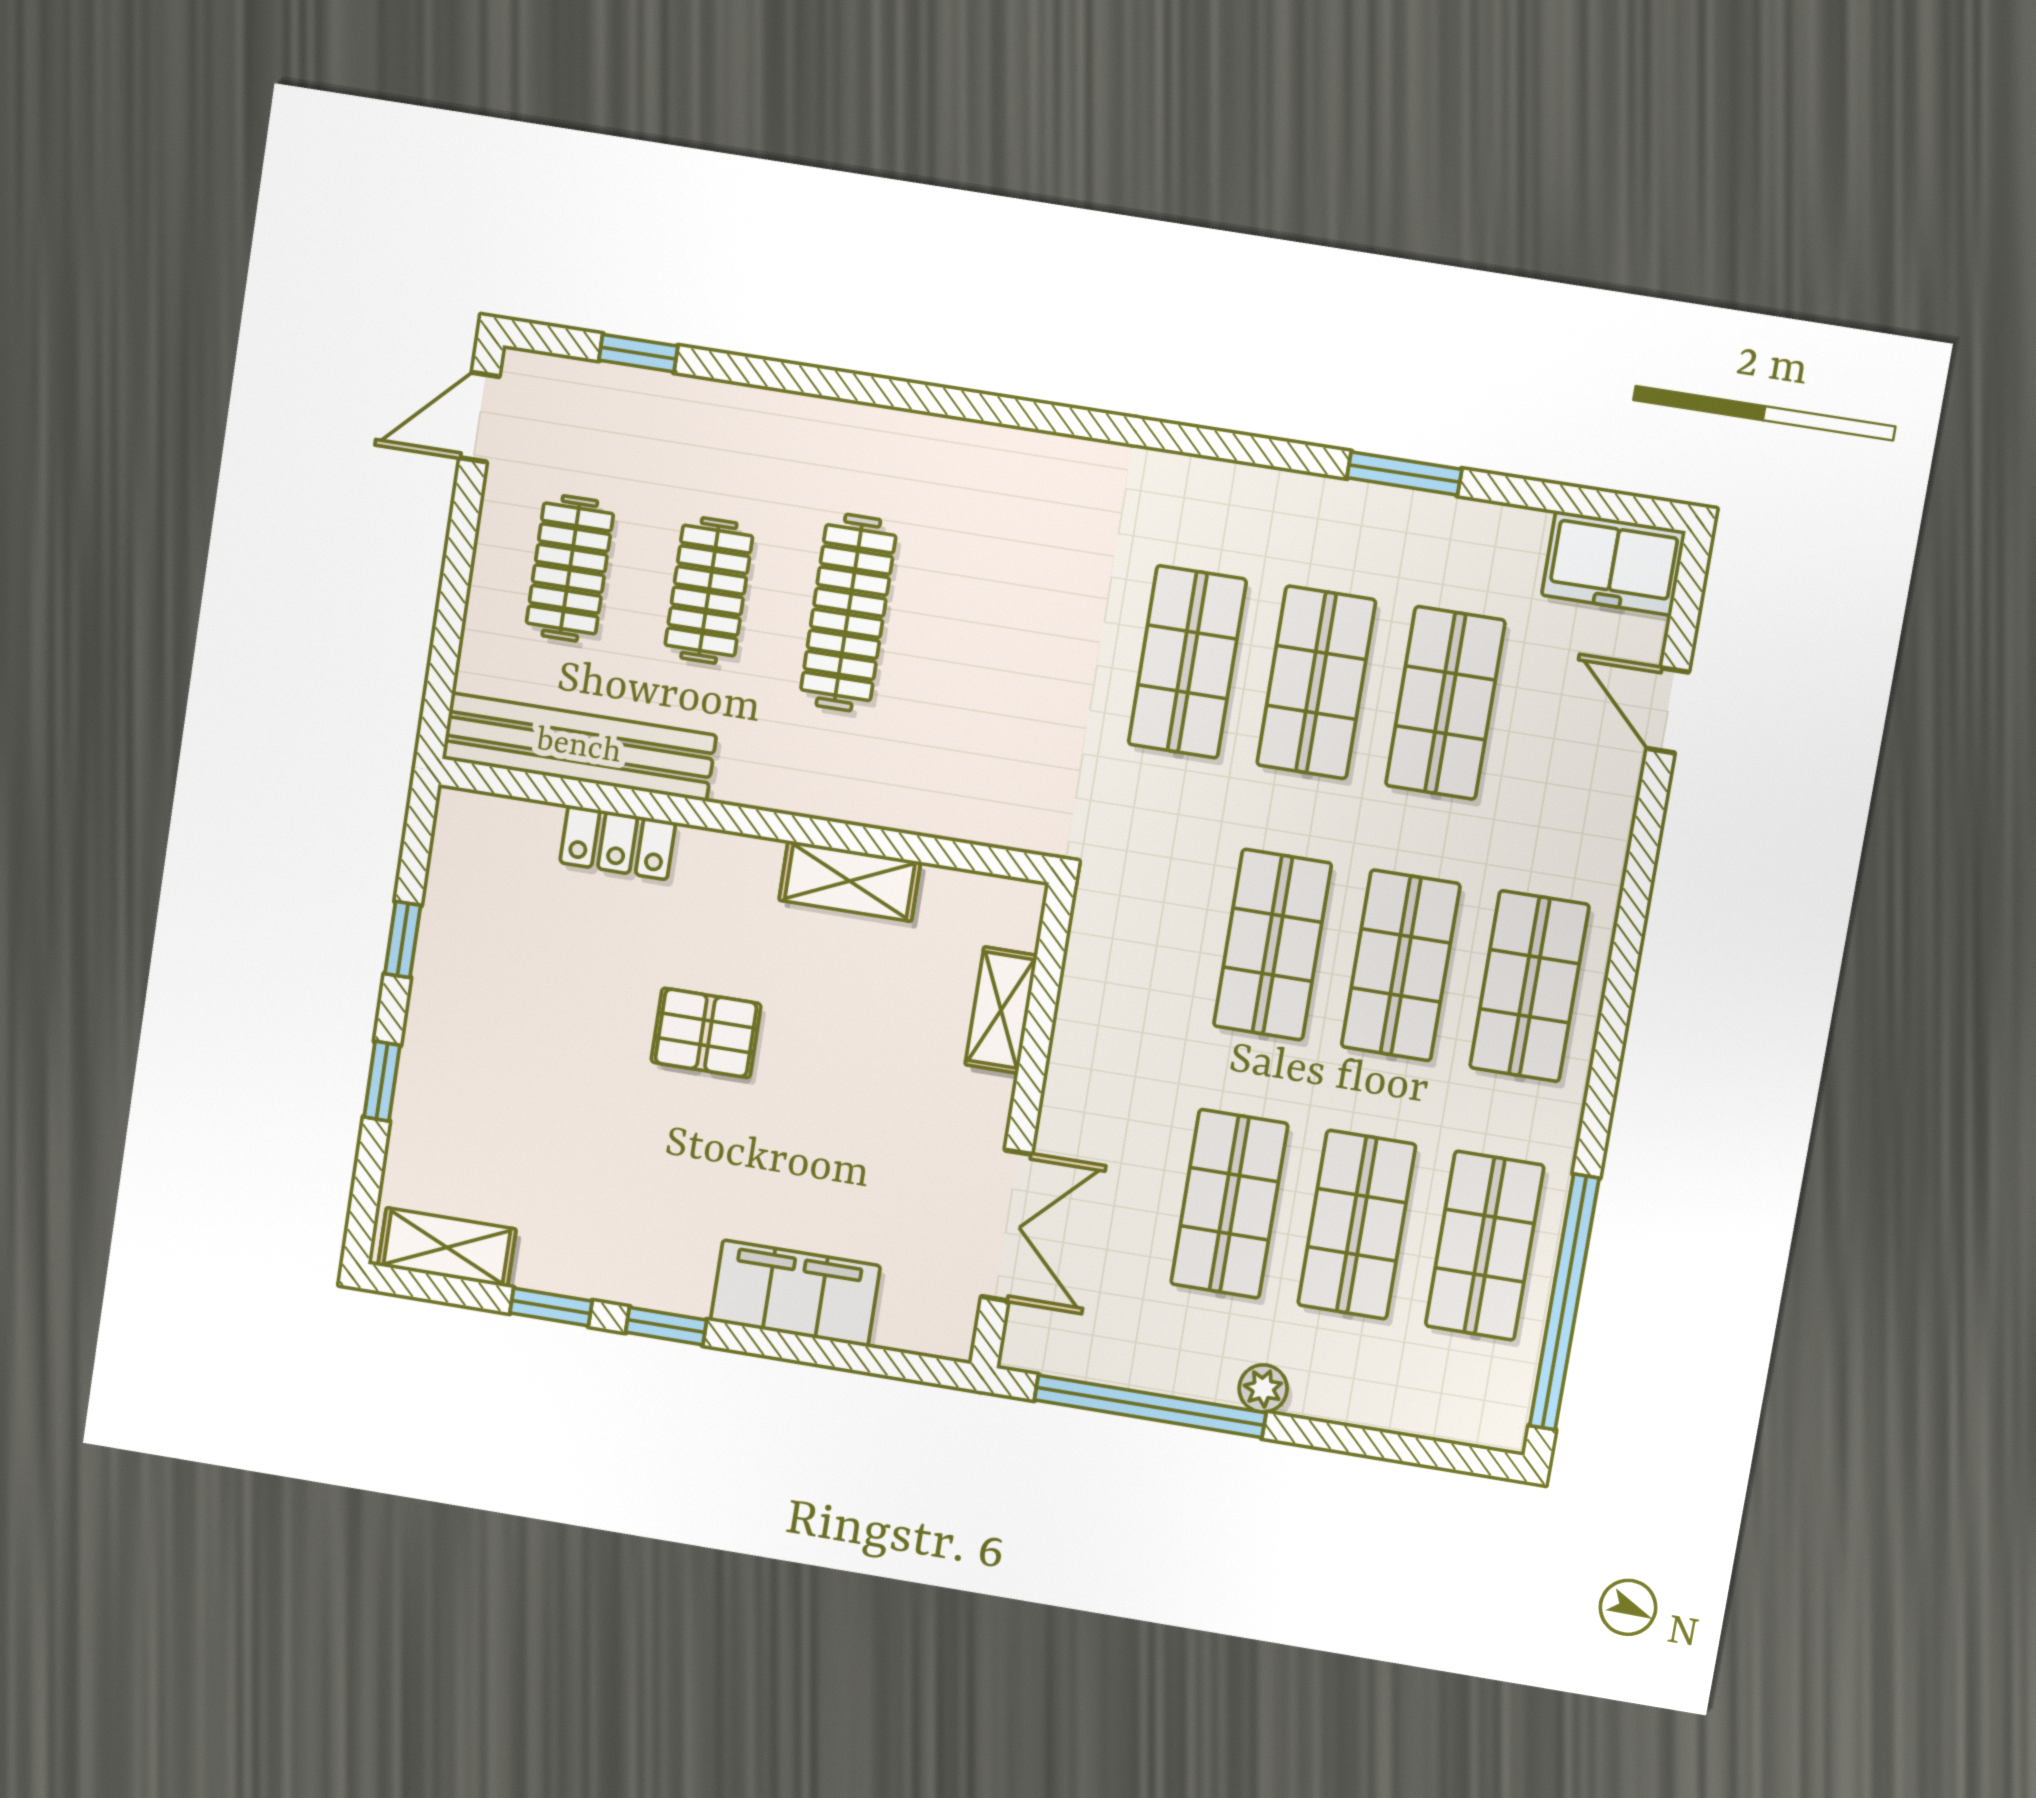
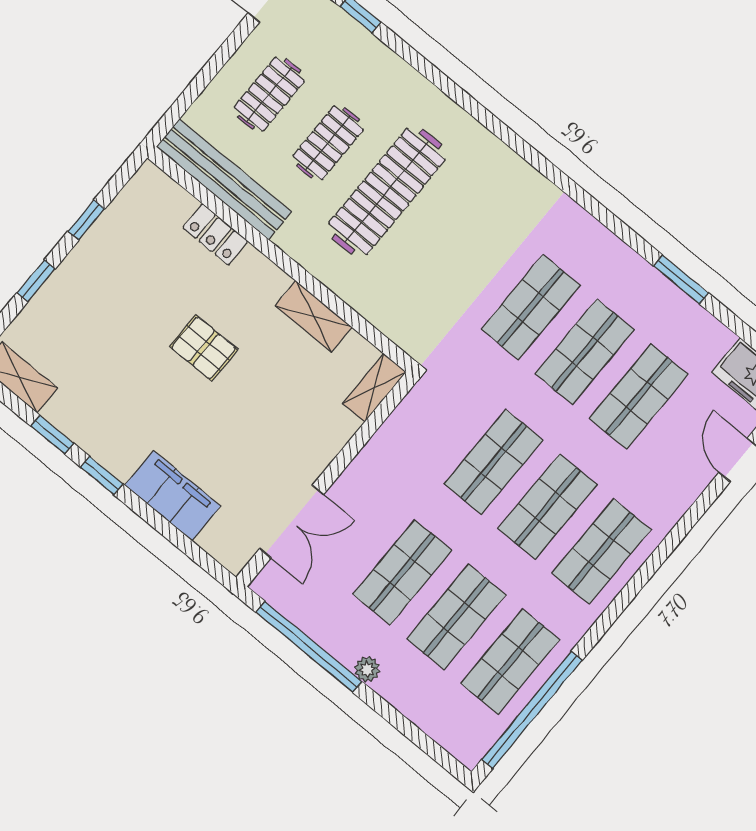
clothes rail: (848, 613) -> (387, 191), width x1.37, depth x1.31
shelving: (1001, 1010) -> (374, 388), moved

